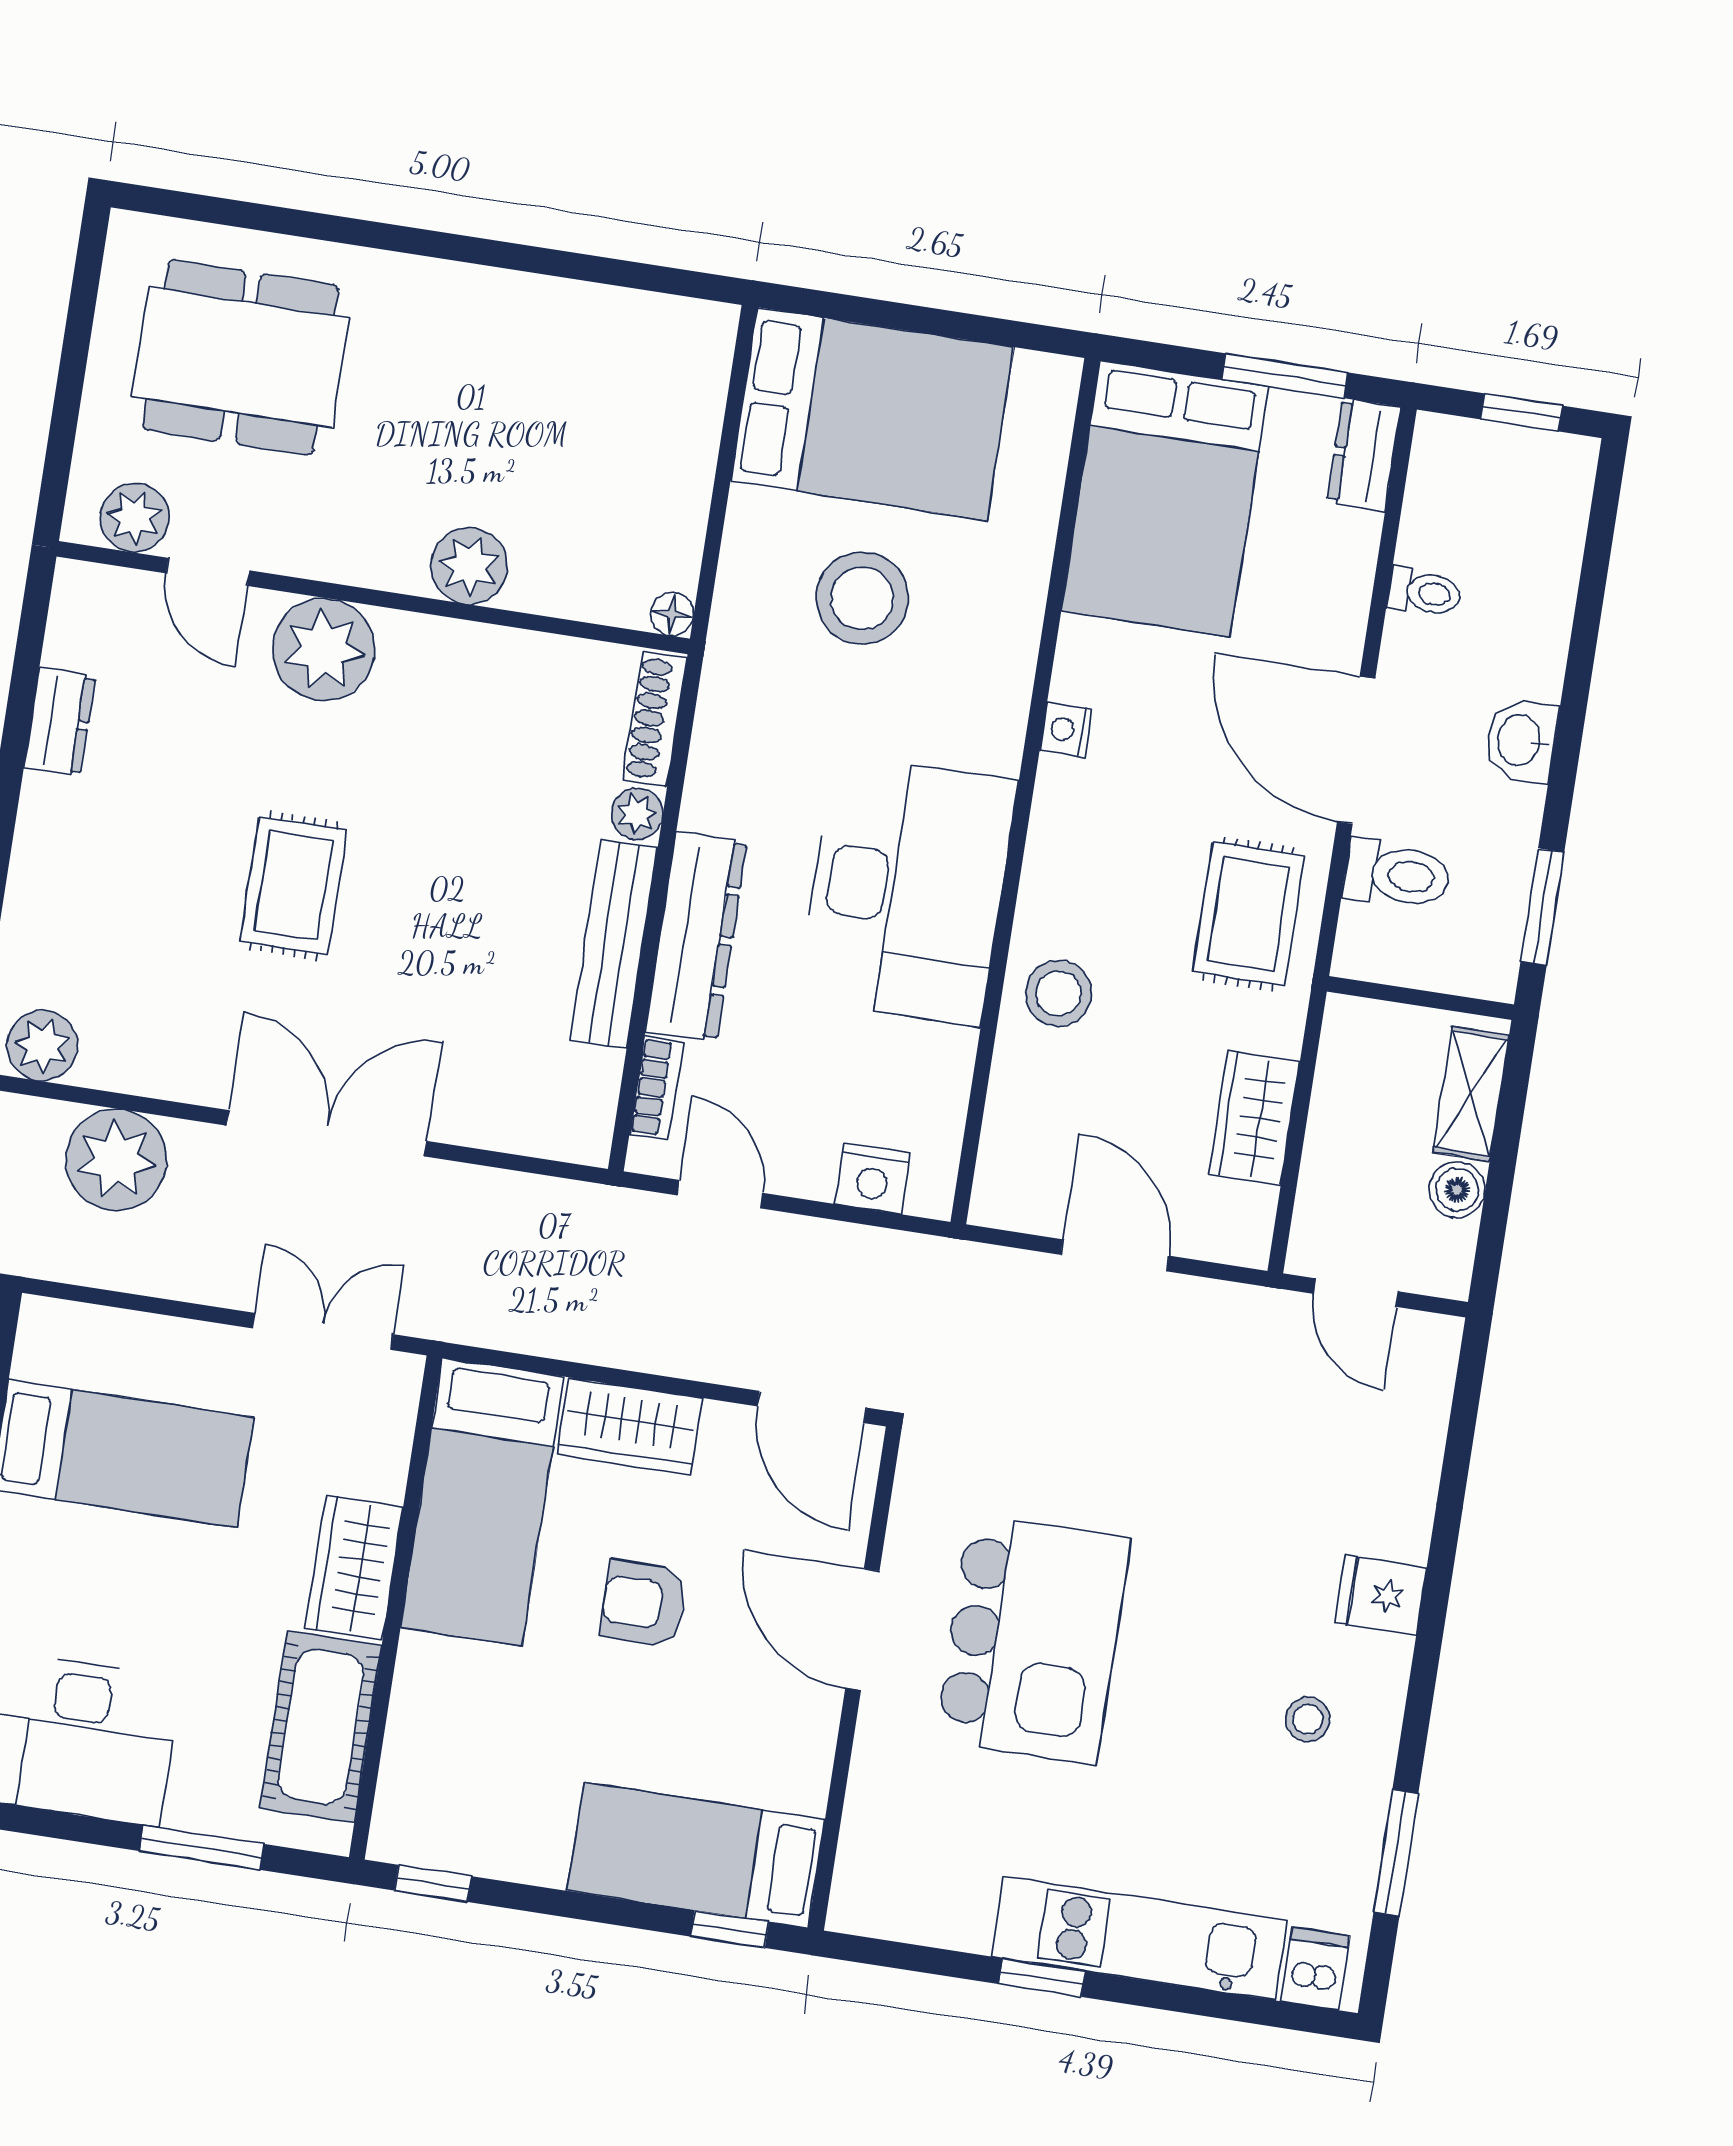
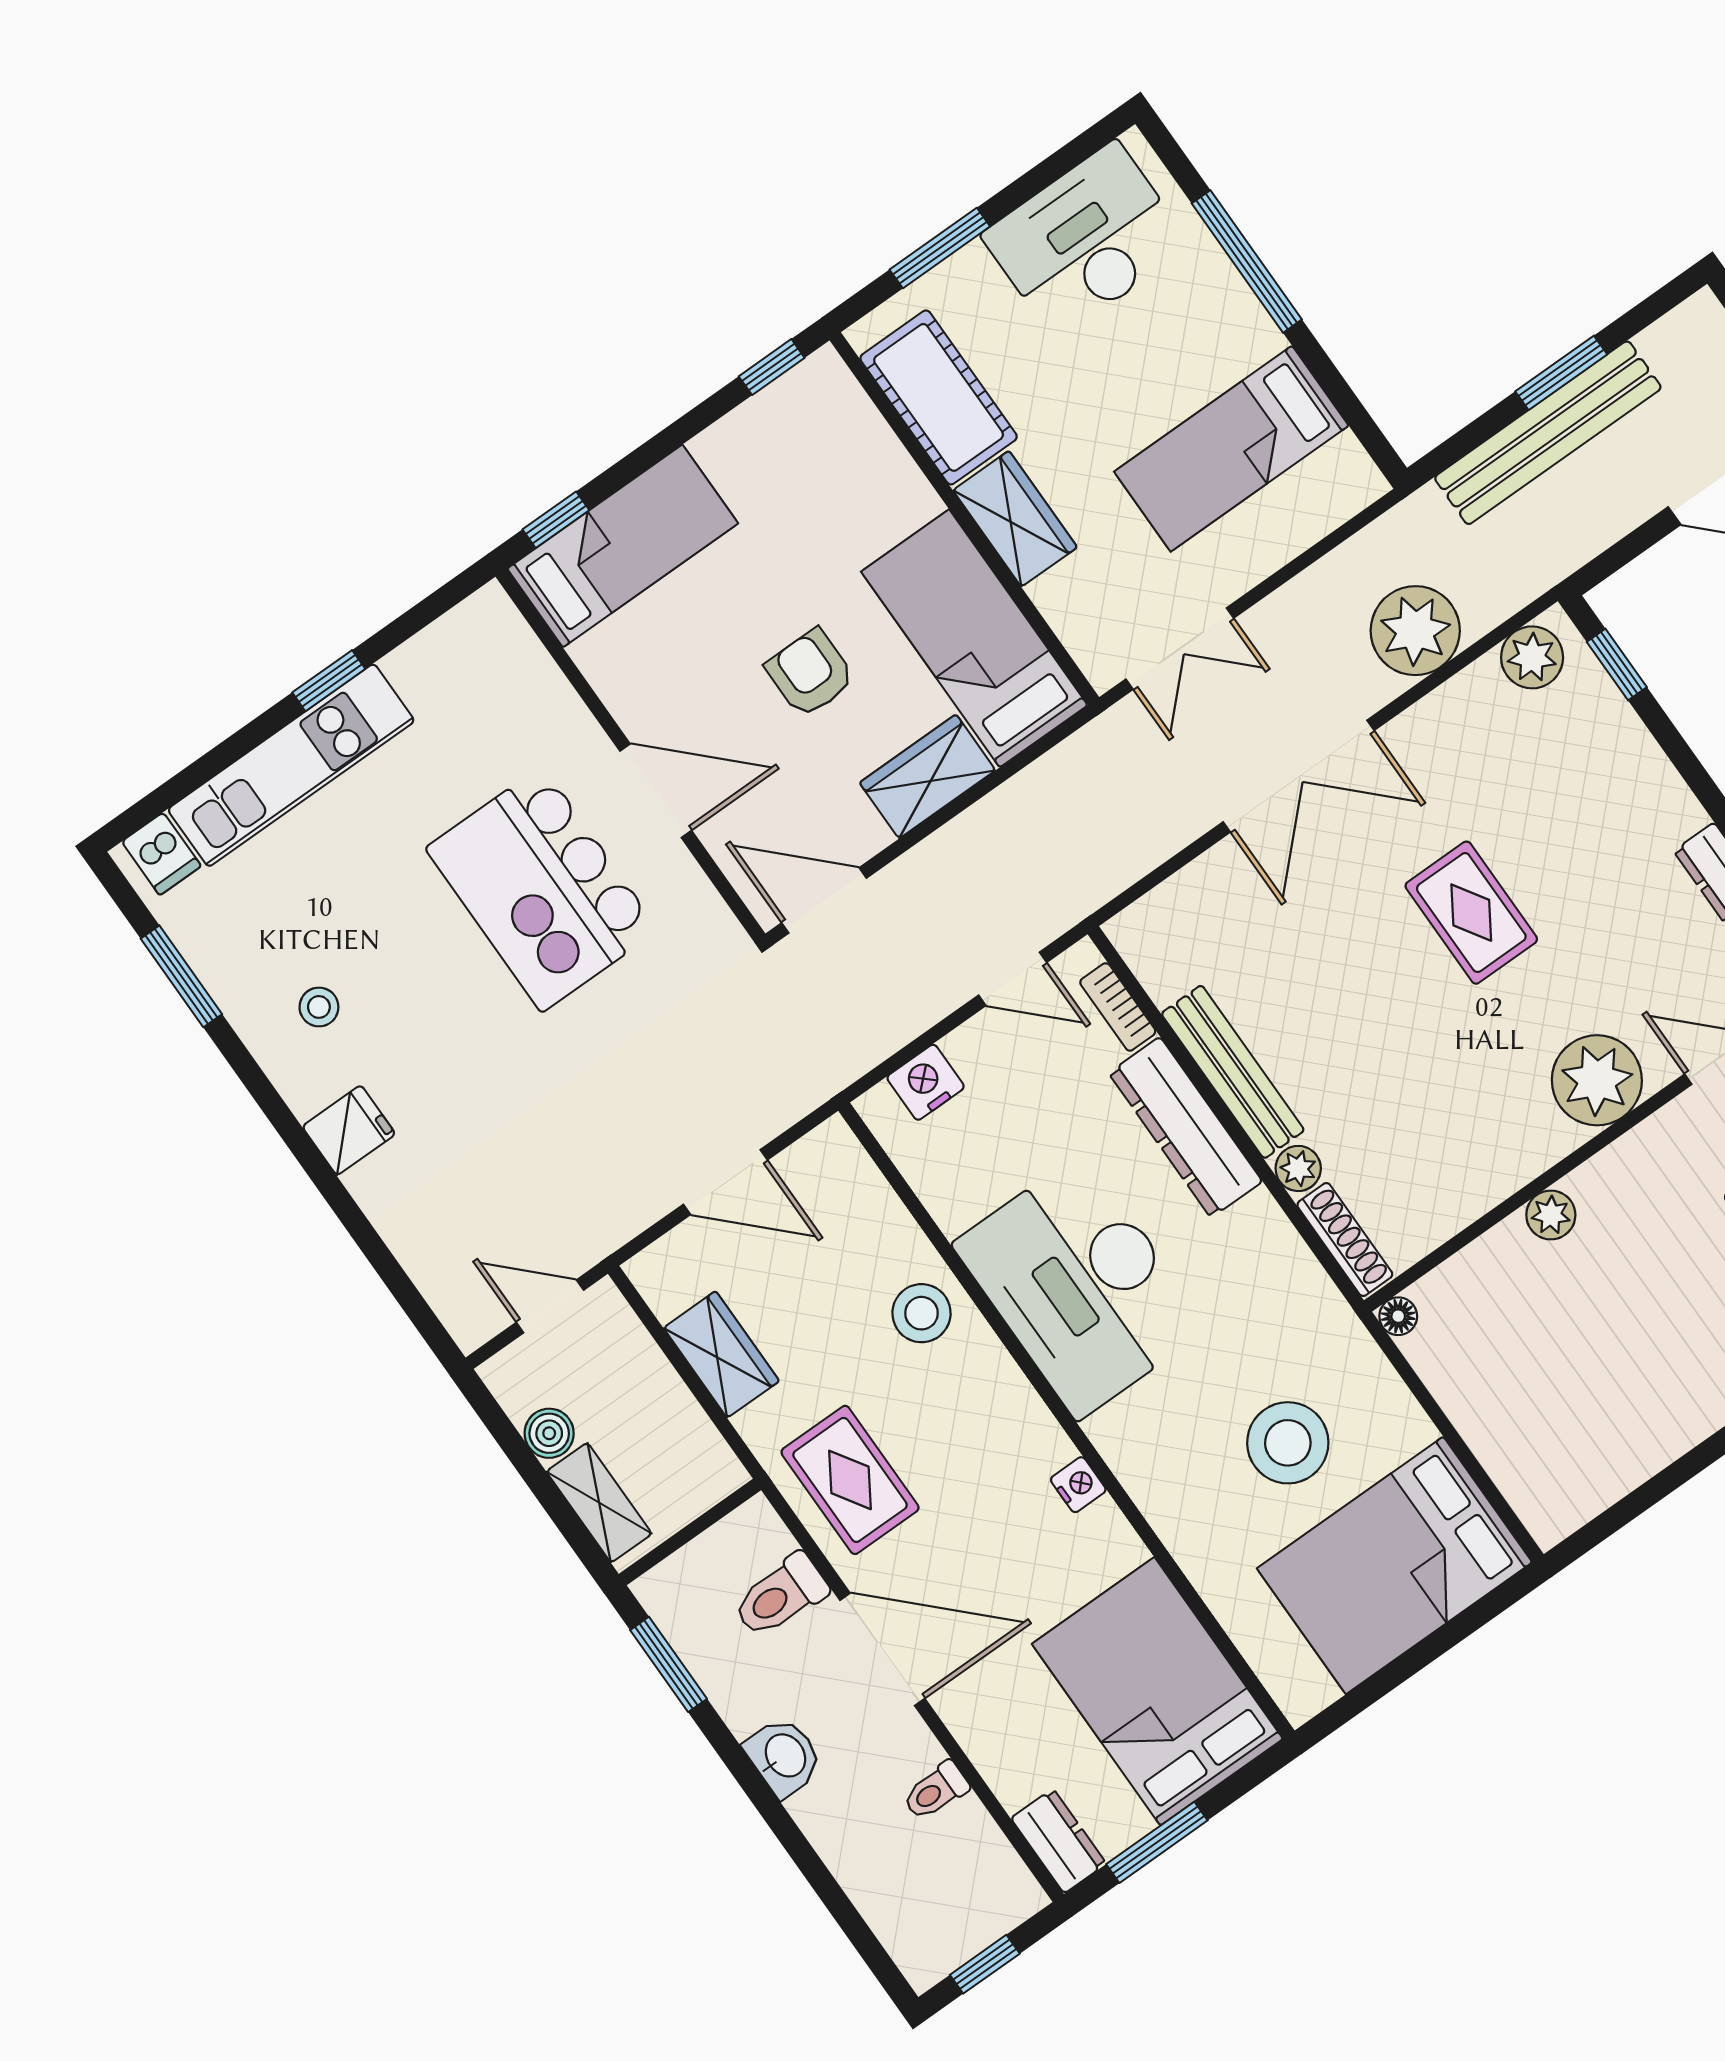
plant: (469, 566) -> (1551, 1215), width x0.73, depth x0.73
armchair: (643, 1603) -> (810, 673), turned -90

